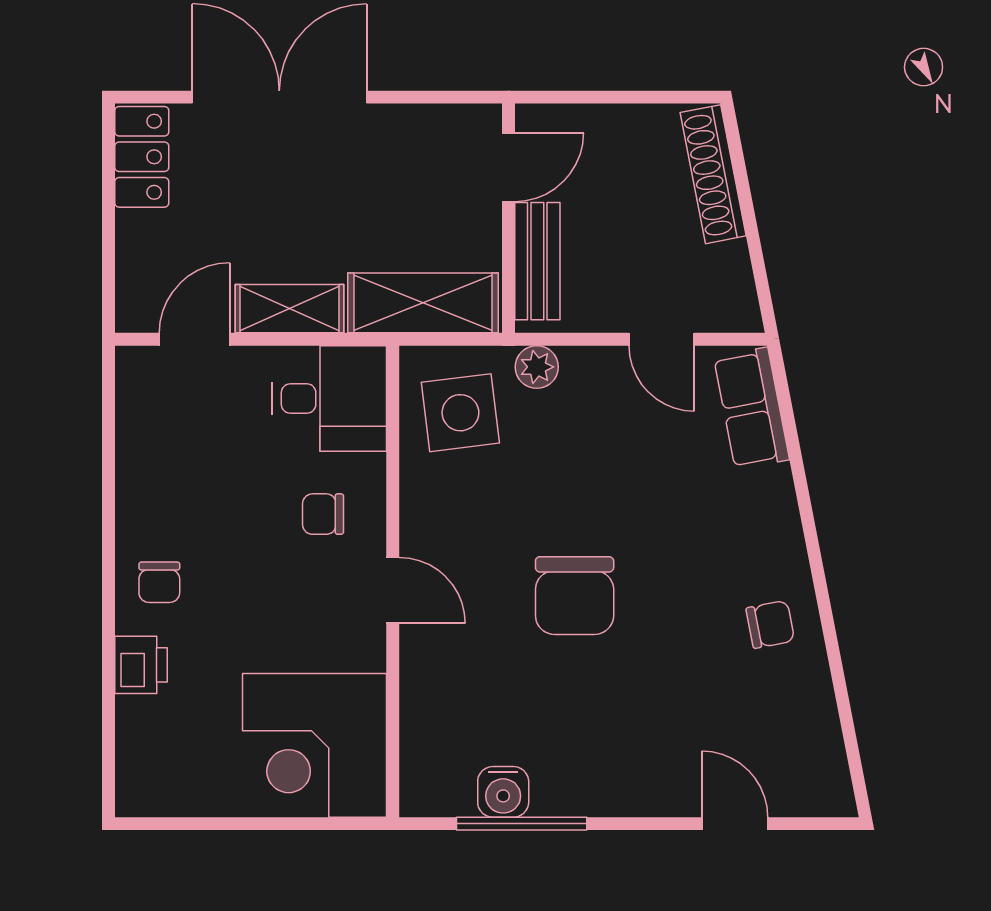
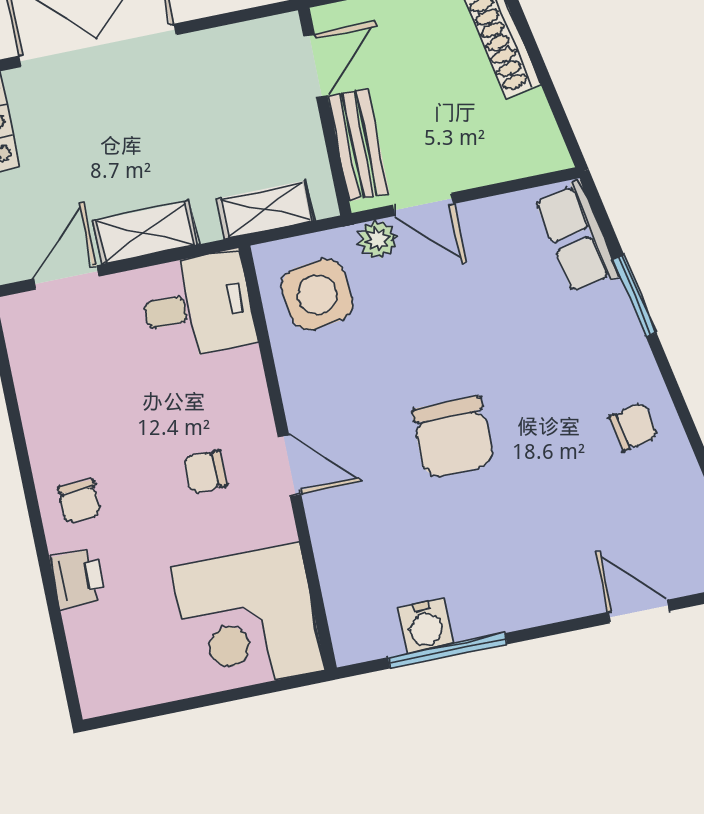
shelving: (423, 303) -> (265, 210), width x0.67, depth x0.75
door: (662, 339) -> (423, 204), moved
window: (801, 484) -> (635, 296), added
chair: (323, 514) -> (205, 472), moved

